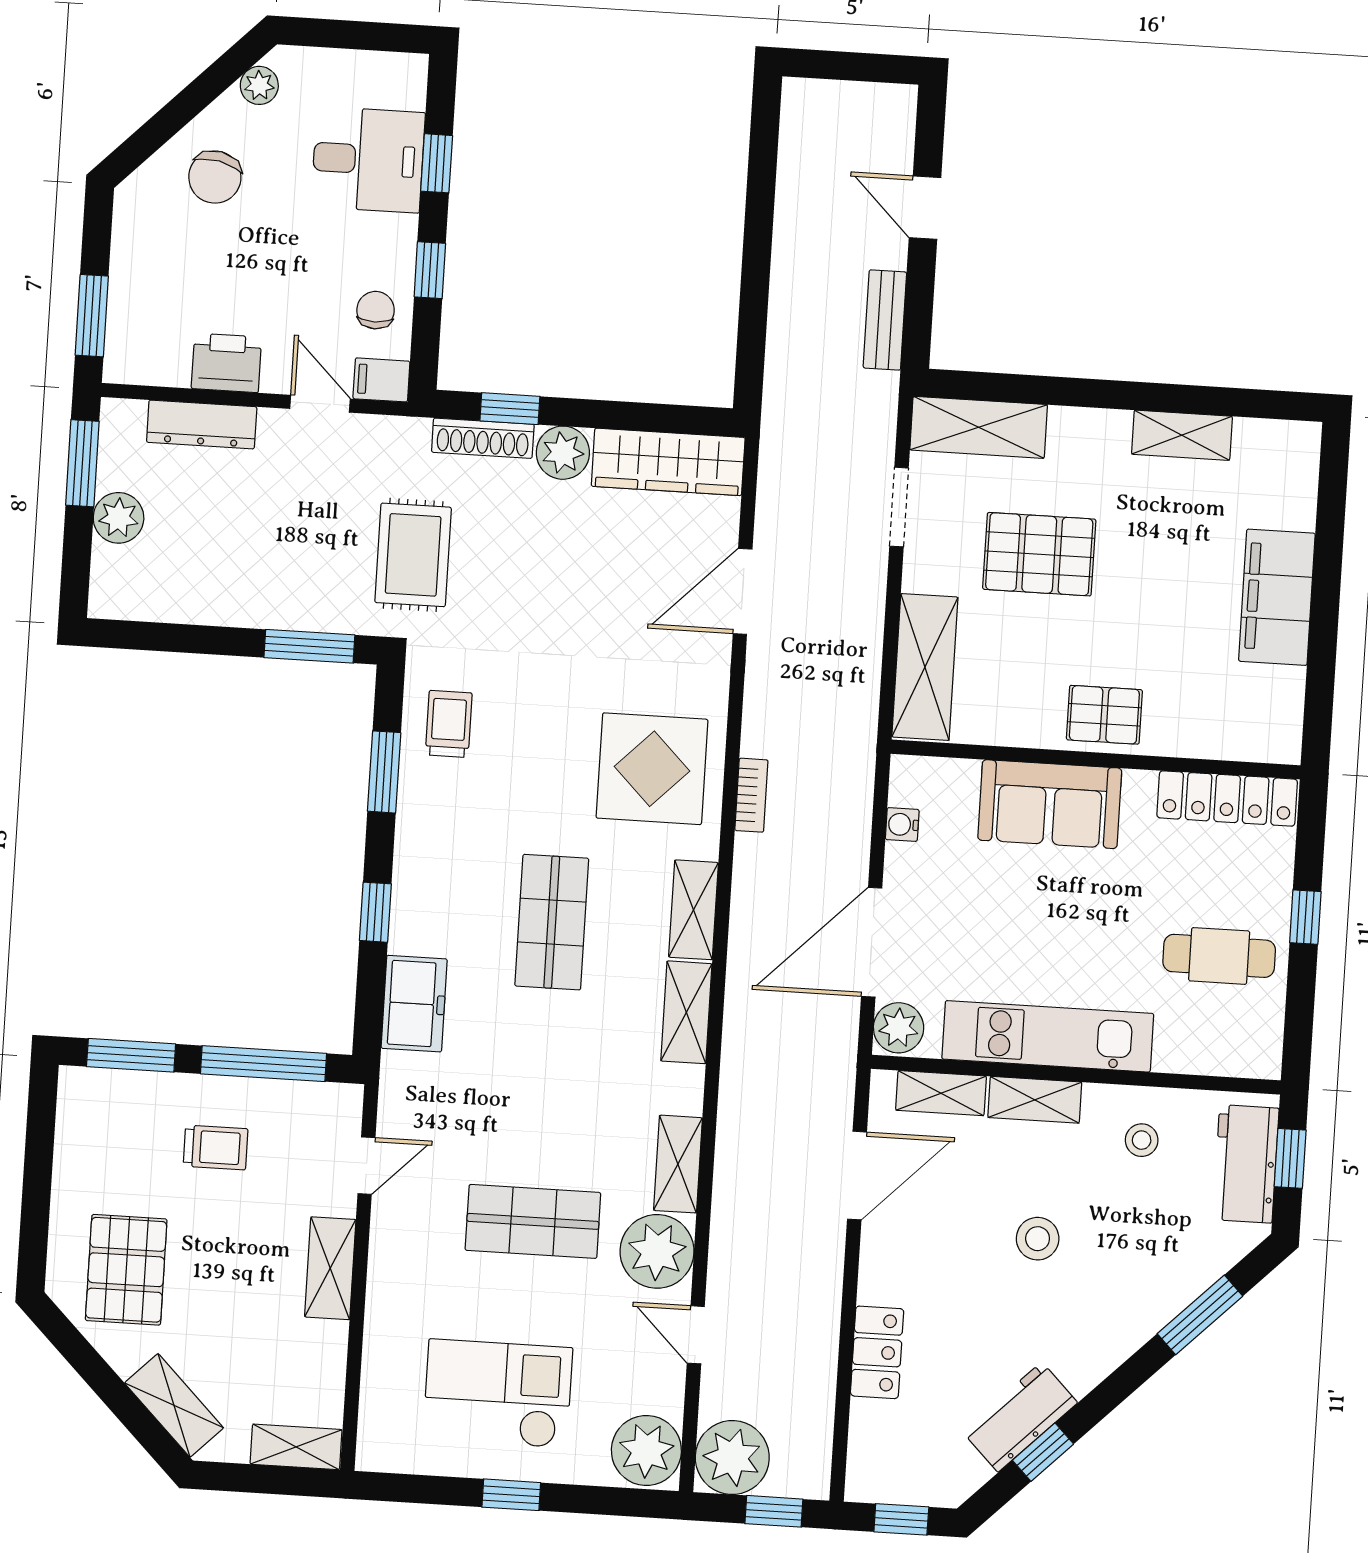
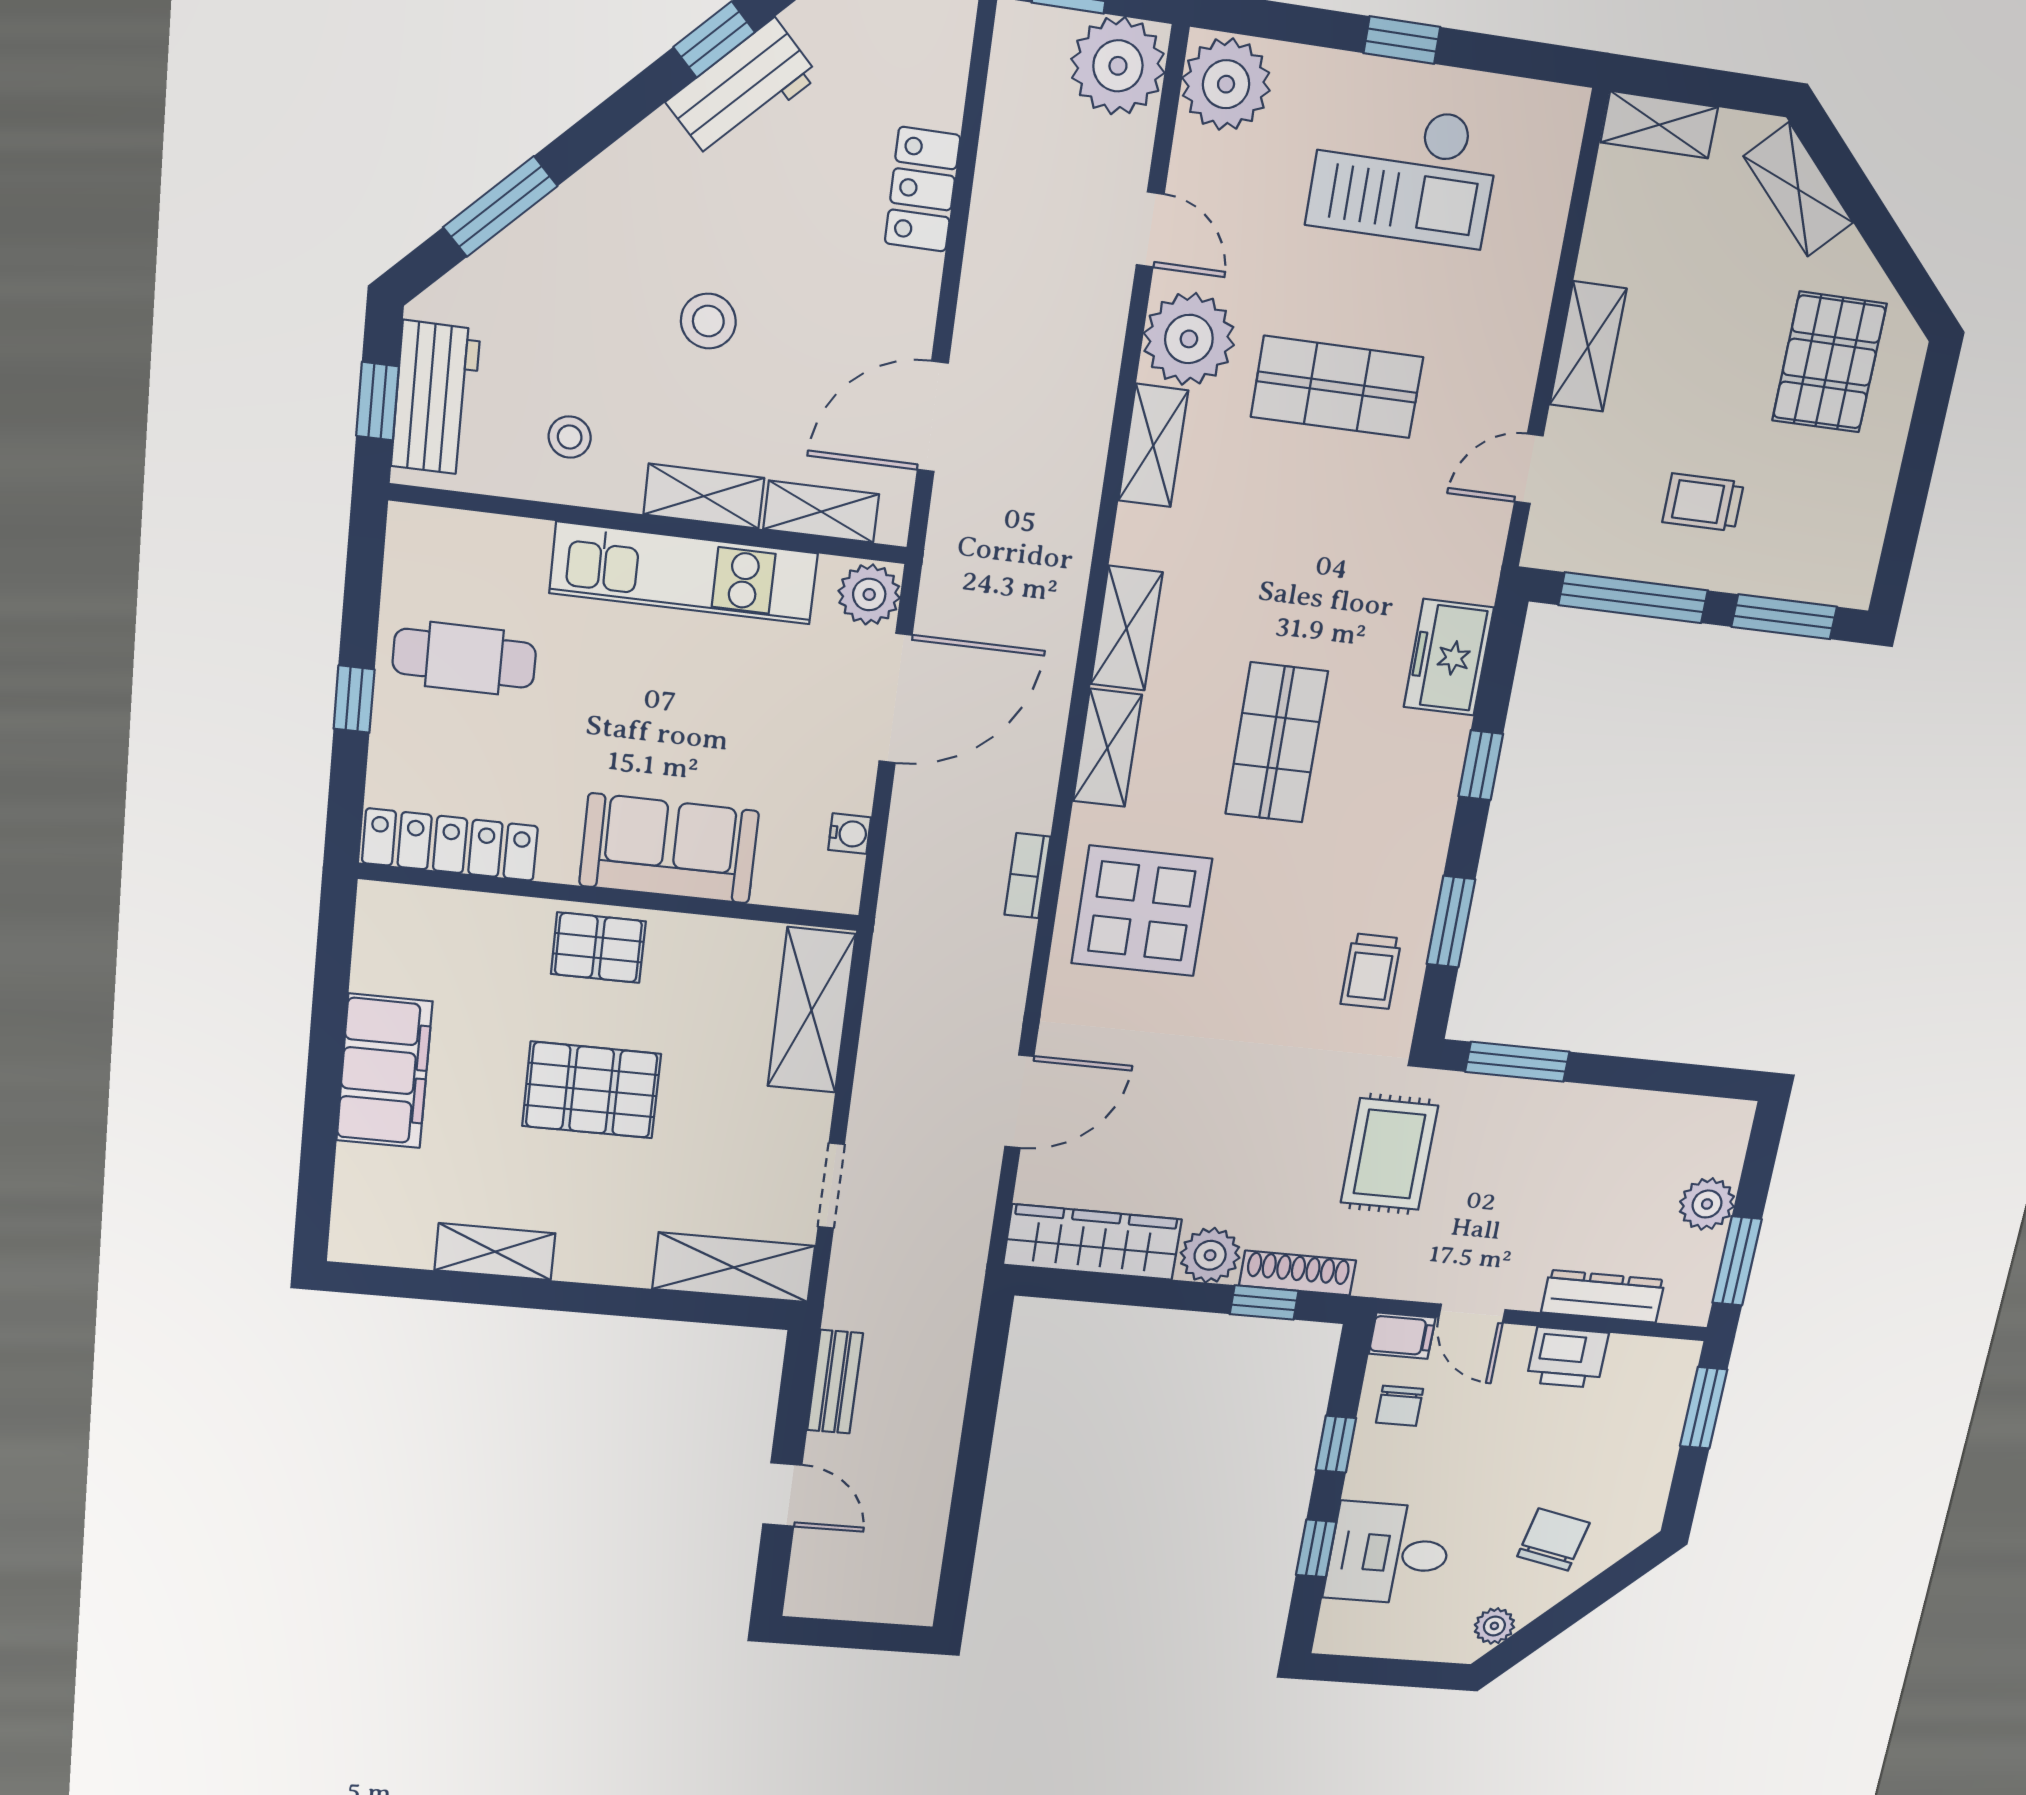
pallet: (1039, 554) -> (592, 1090), moved

